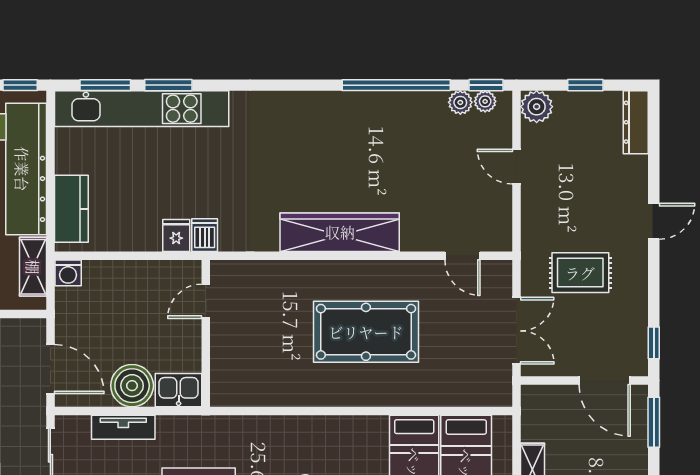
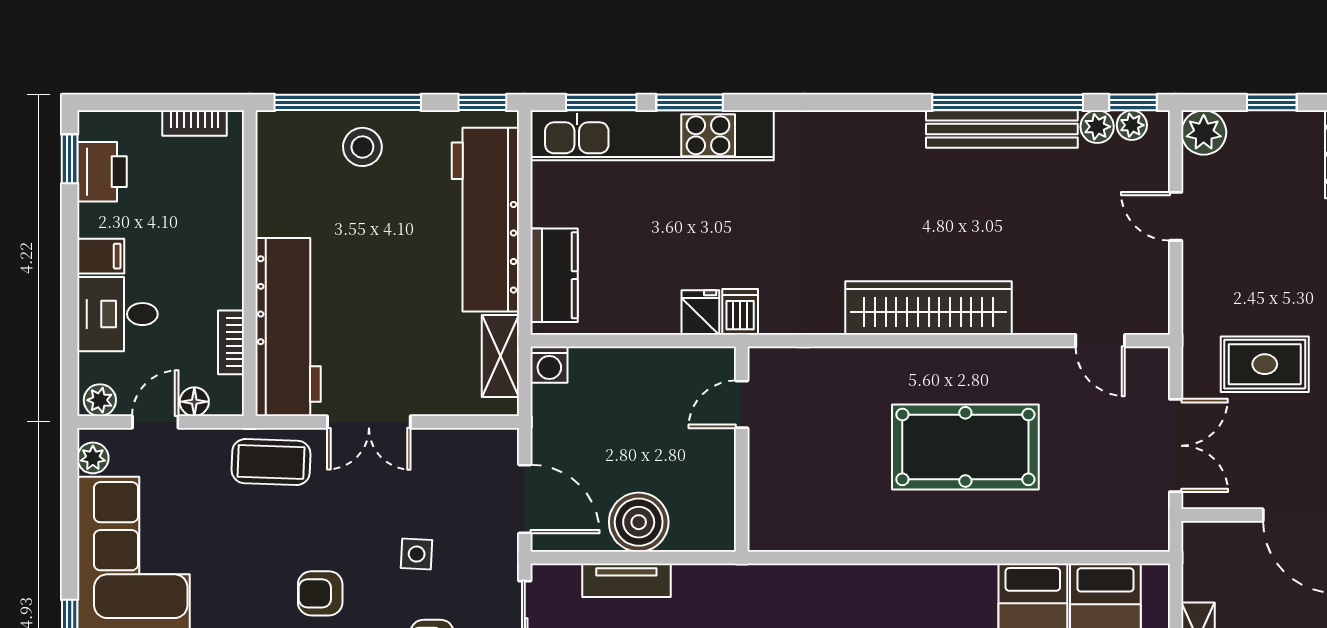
bench: (392, 104) -> (1002, 129), added
kitchen sink: (179, 390) -> (704, 528), removed

